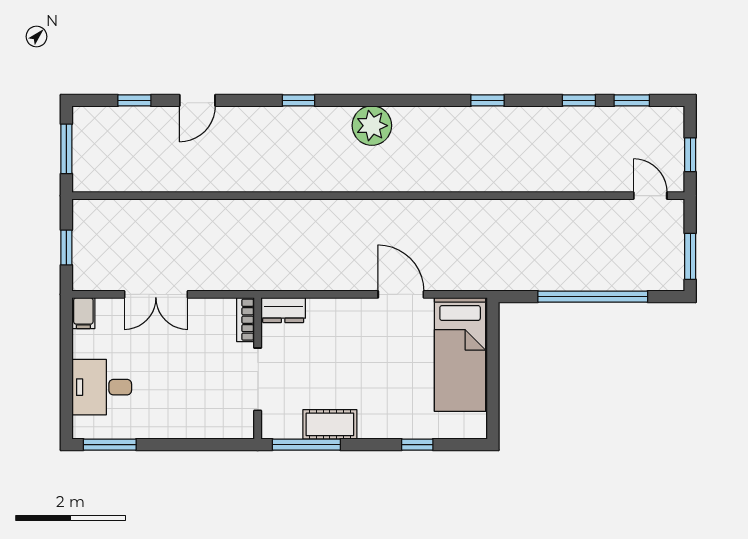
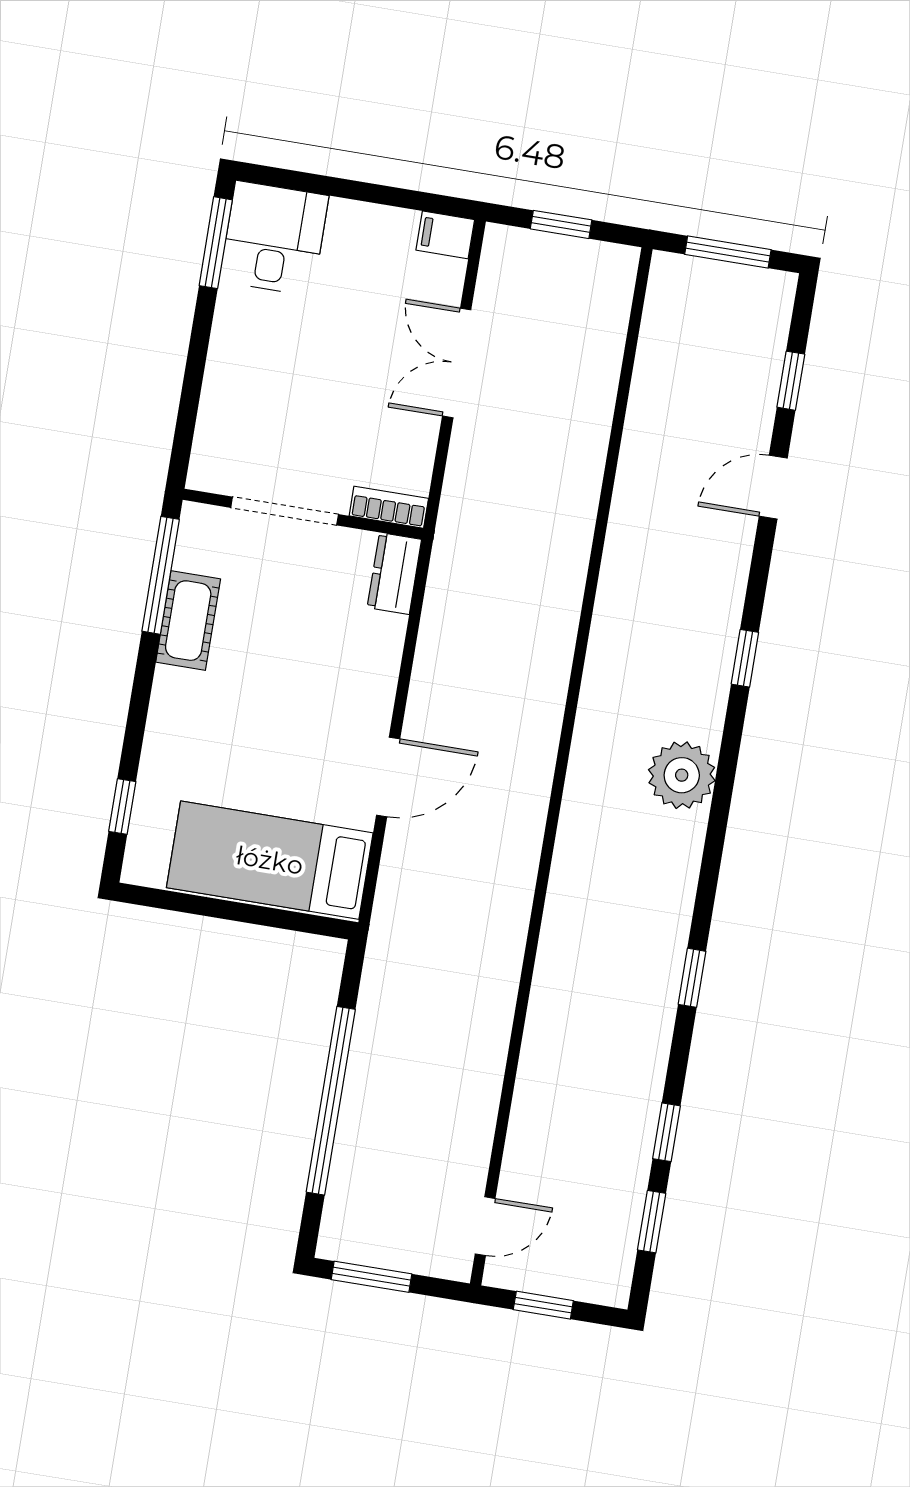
door: (197, 100) -> (773, 487), hinge flipped
desk: (102, 387) -> (274, 238), moved
window: (417, 445) -> (122, 806), moved

